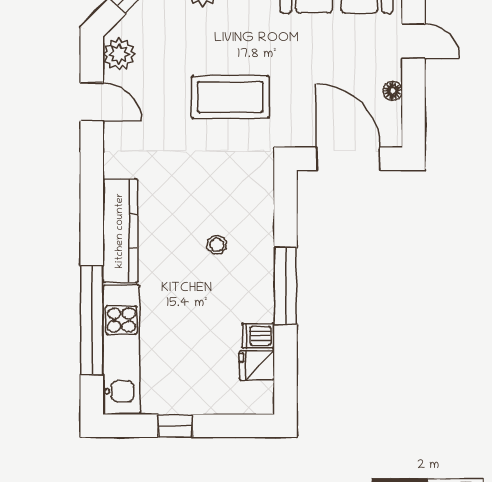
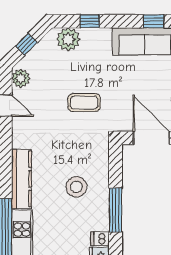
coffee table: (230, 97) -> (84, 103), width x0.73, depth x0.76
stool: (217, 245) -> (76, 187), width x1.89, depth x1.89

